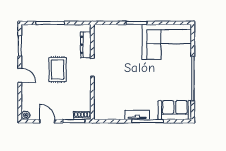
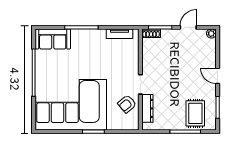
corner sofa: (167, 42) -> (71, 105), width x1.36, depth x1.36
armchair: (105, 49) -> (127, 104), added
rug: (58, 69) -> (195, 113), moved
tv unit: (137, 115) -> (119, 34), moved
door: (47, 121) -> (188, 27), swing flipped

